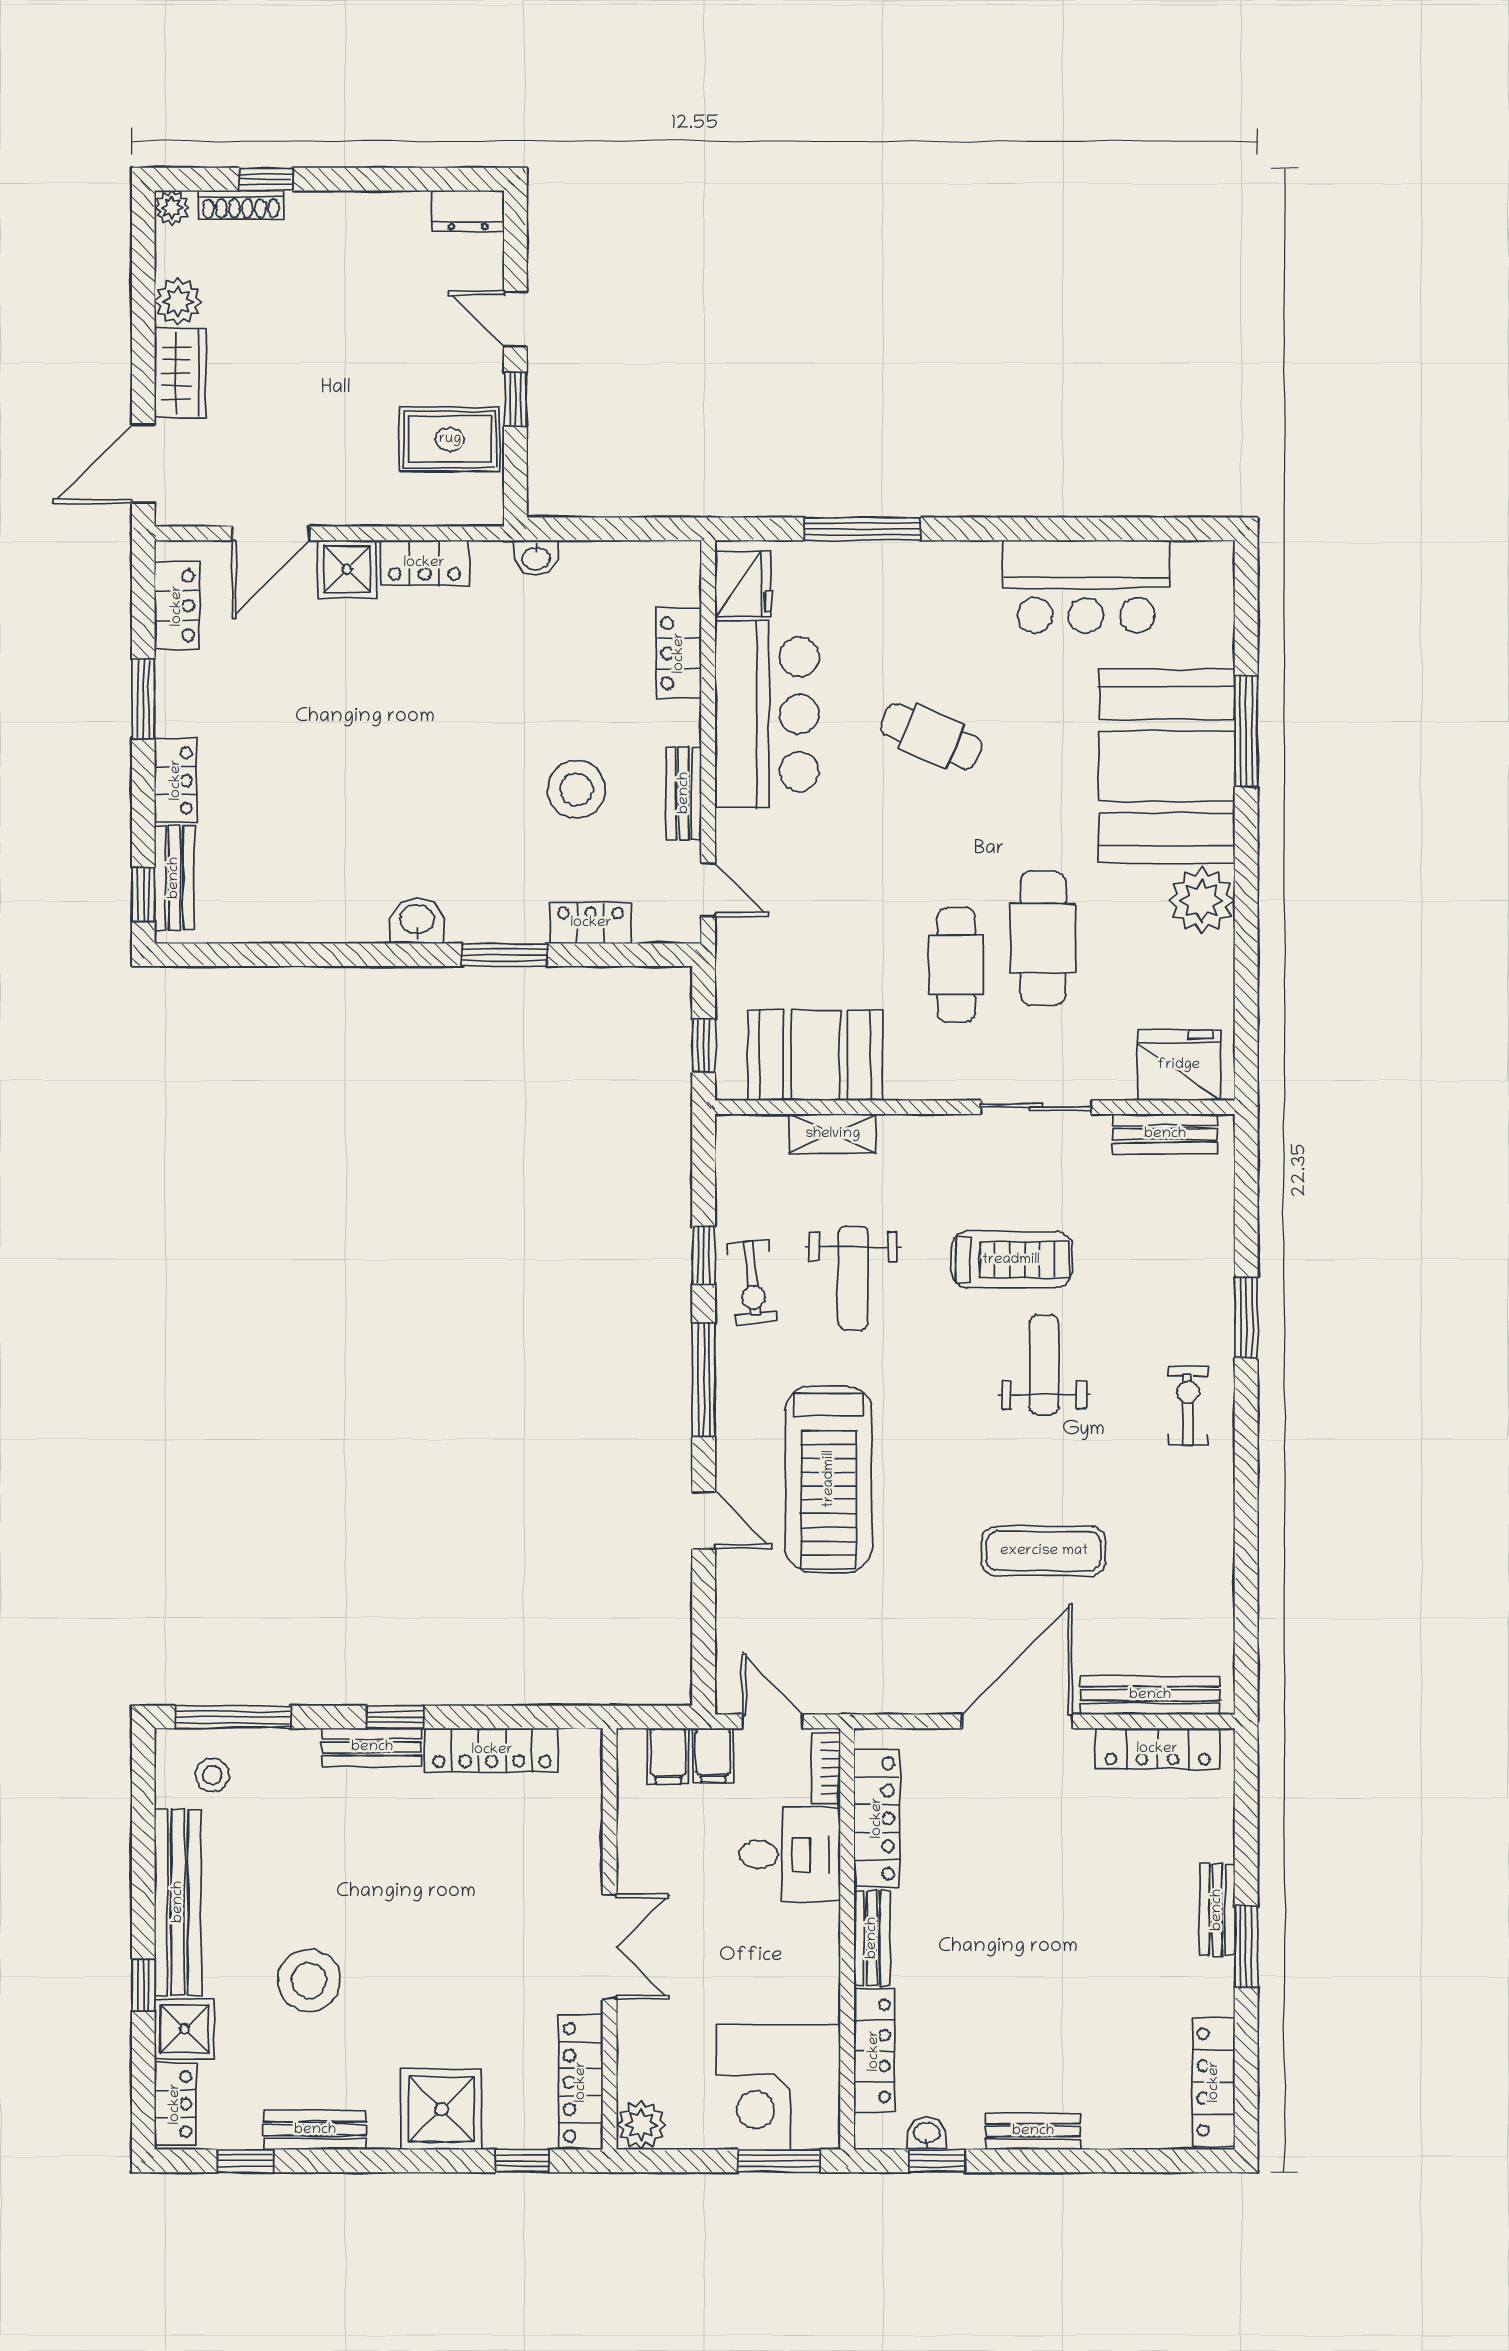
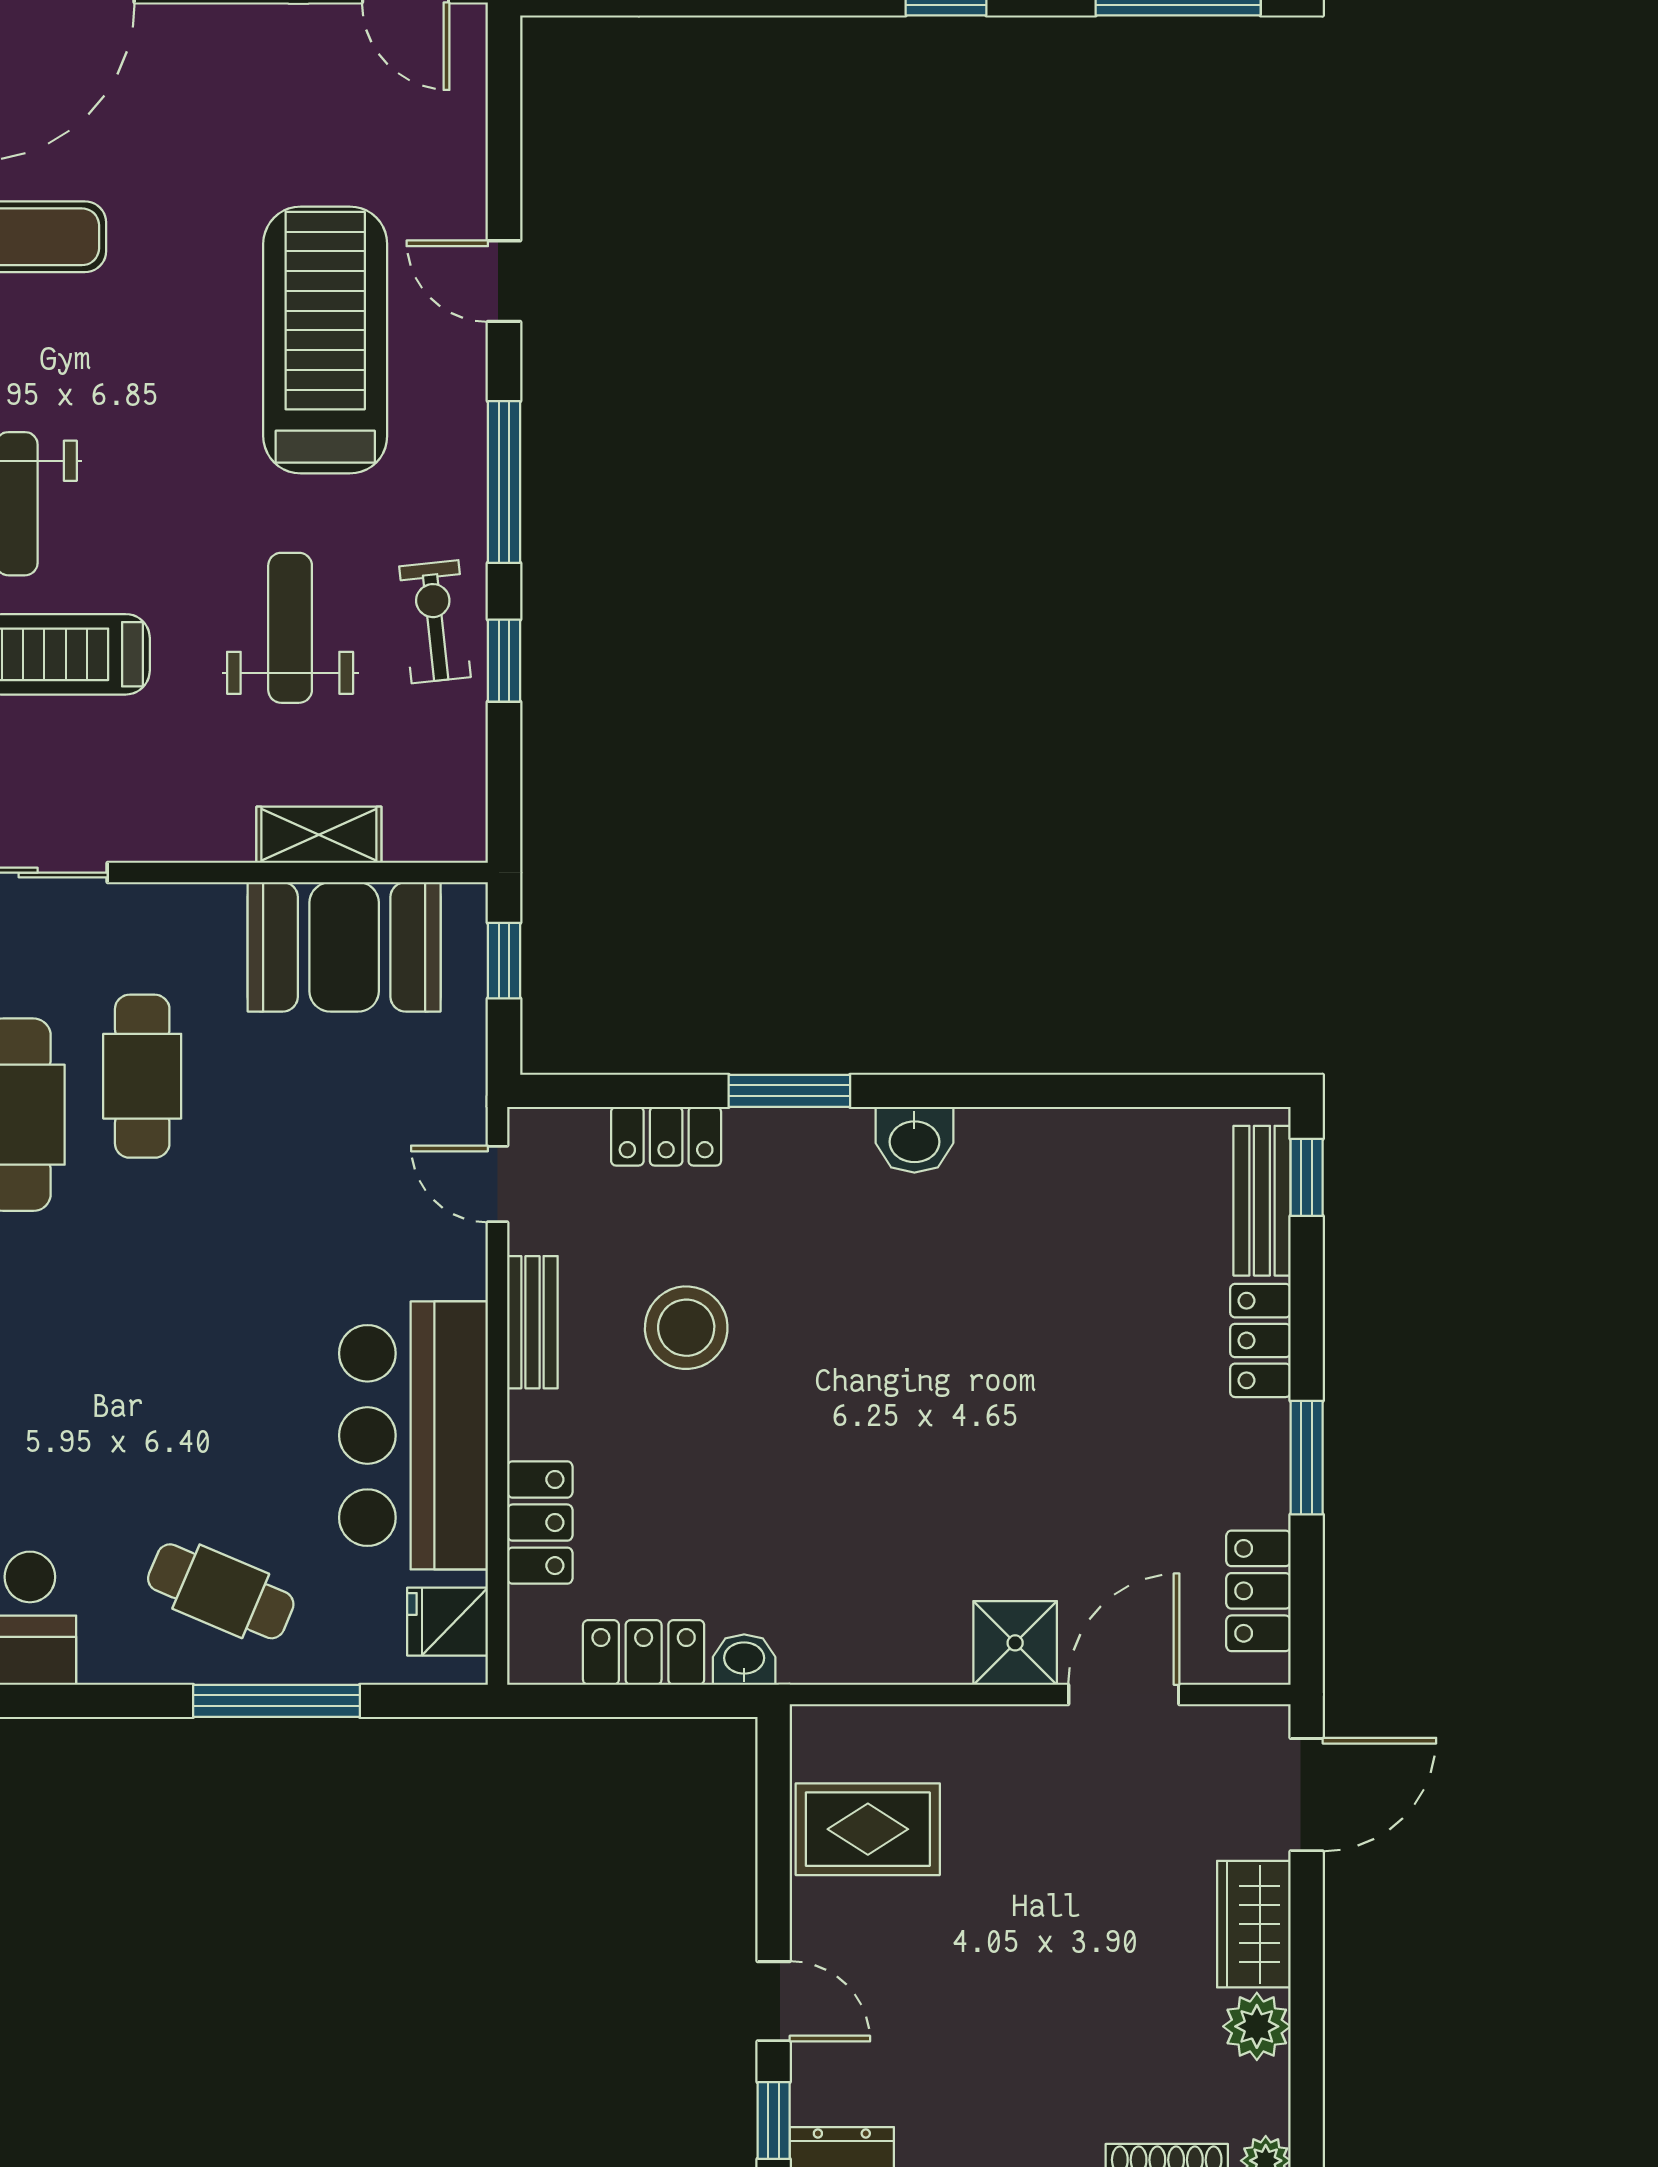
window: (515, 399) -> (774, 2120), moved
locker: (424, 563) -> (644, 1652), moved
fridge: (743, 584) -> (448, 1622), width x0.72
cafe table: (931, 736) -> (221, 1591), moved

